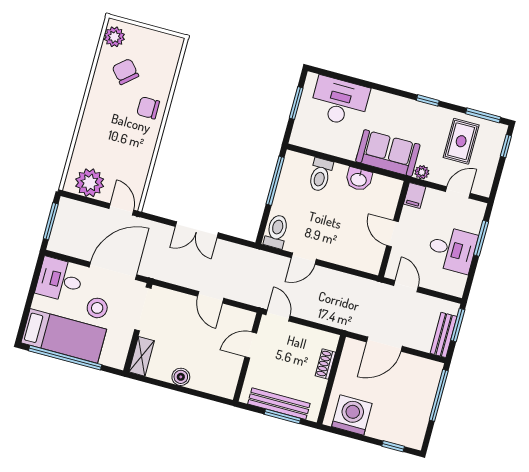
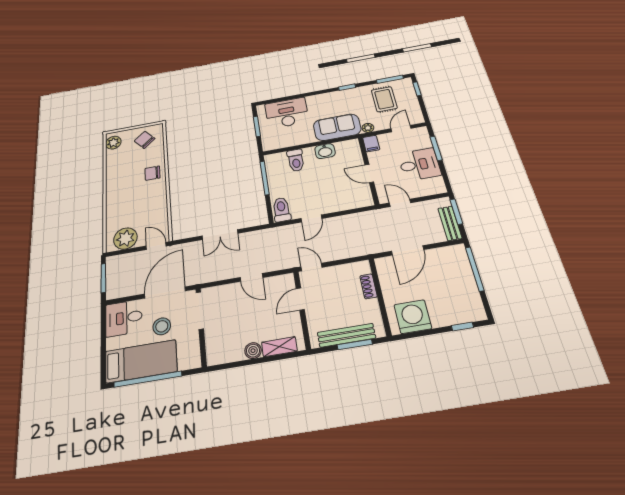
chair: (125, 72) -> (145, 140), moved
shelving: (142, 356) -> (279, 347), moved, turned 90

